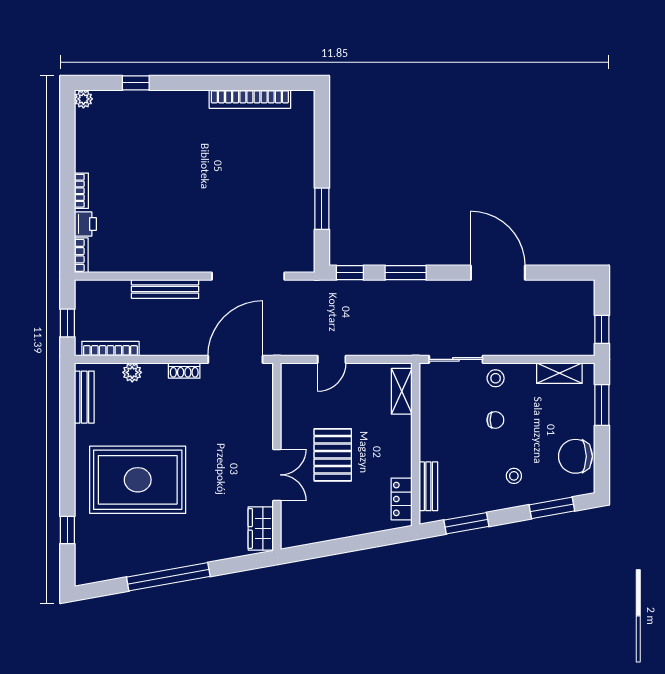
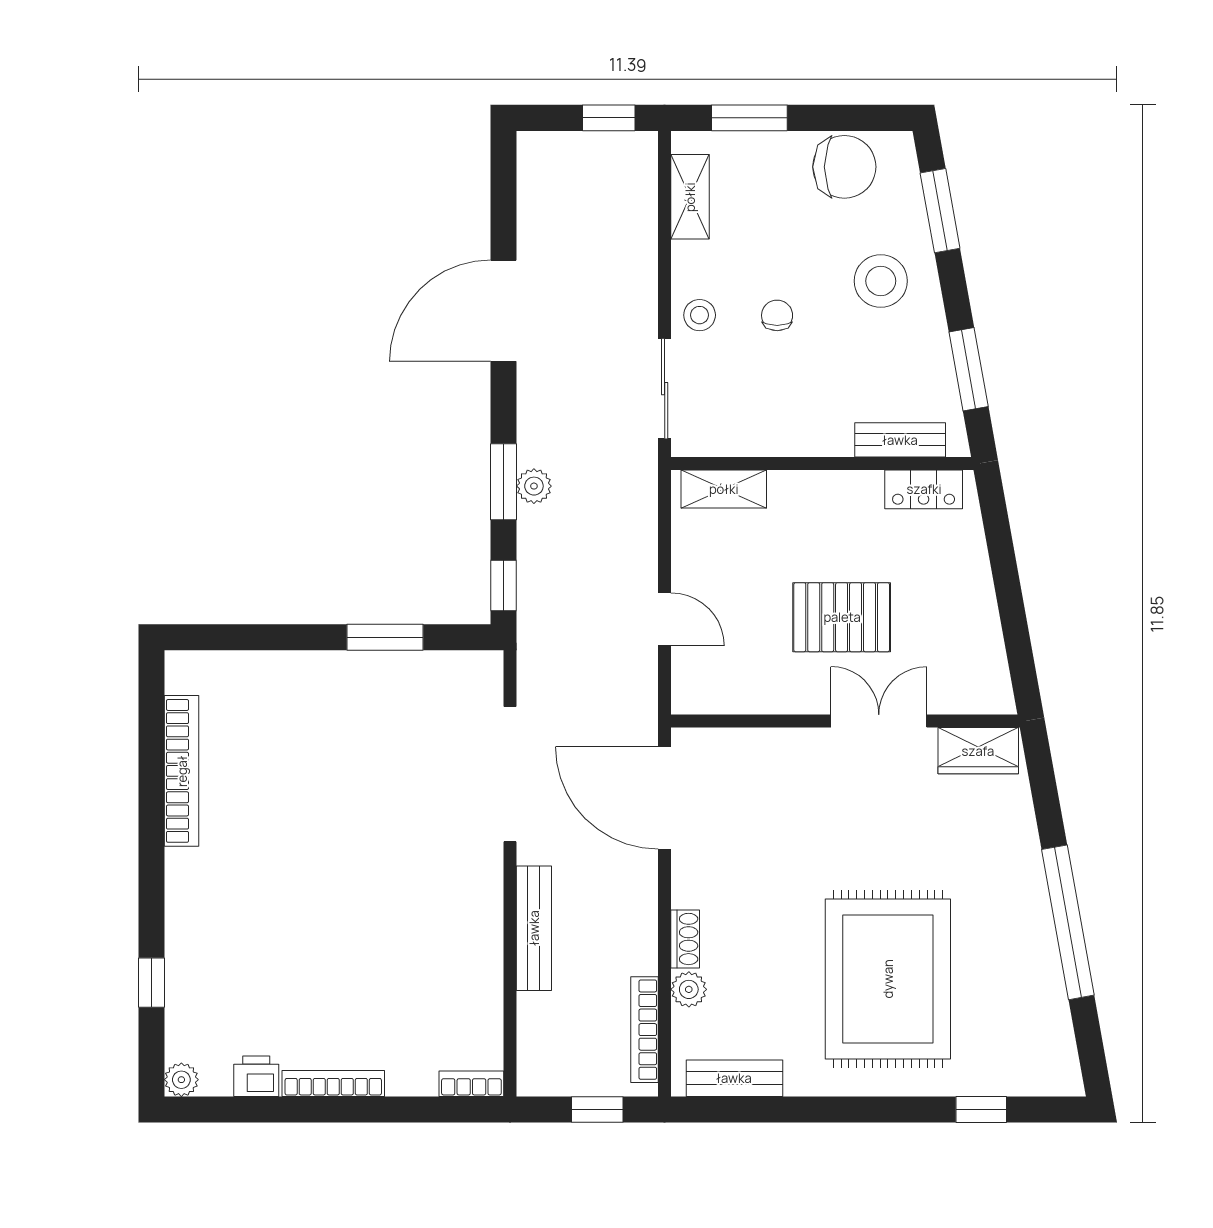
bookcase: (81, 191) -> (333, 1084), width x1.56
printer: (85, 224) -> (256, 1076), moved
plant: (403, 289) -> (534, 486), added
shoe rack: (184, 370) -> (685, 939), moved
chair: (575, 456) -> (844, 167), turned -90
stool: (514, 476) -> (881, 281), width x1.89, depth x1.89

